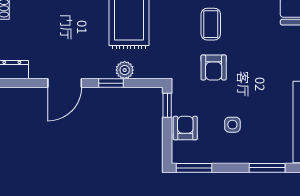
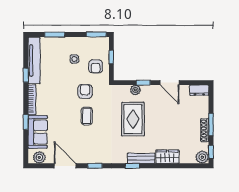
door: (65, 83) -> (169, 83), swing flipped
window: (167, 105) -> (111, 57), moved
armchair: (185, 128) -> (96, 66), moved

